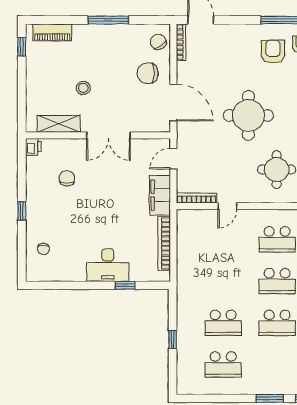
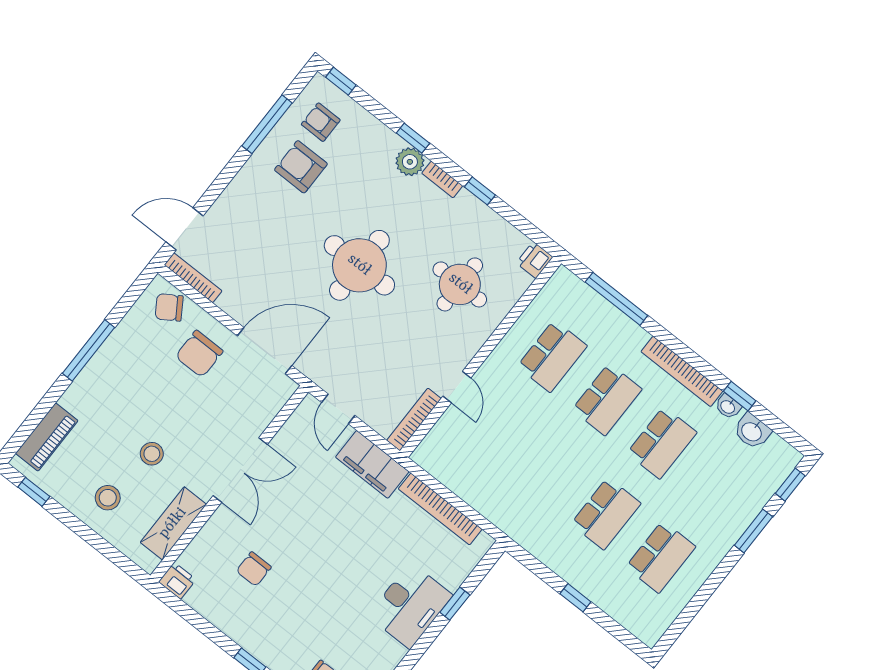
stool: (46, 84) -> (108, 498), added
chair: (67, 178) -> (254, 569), turned -90

